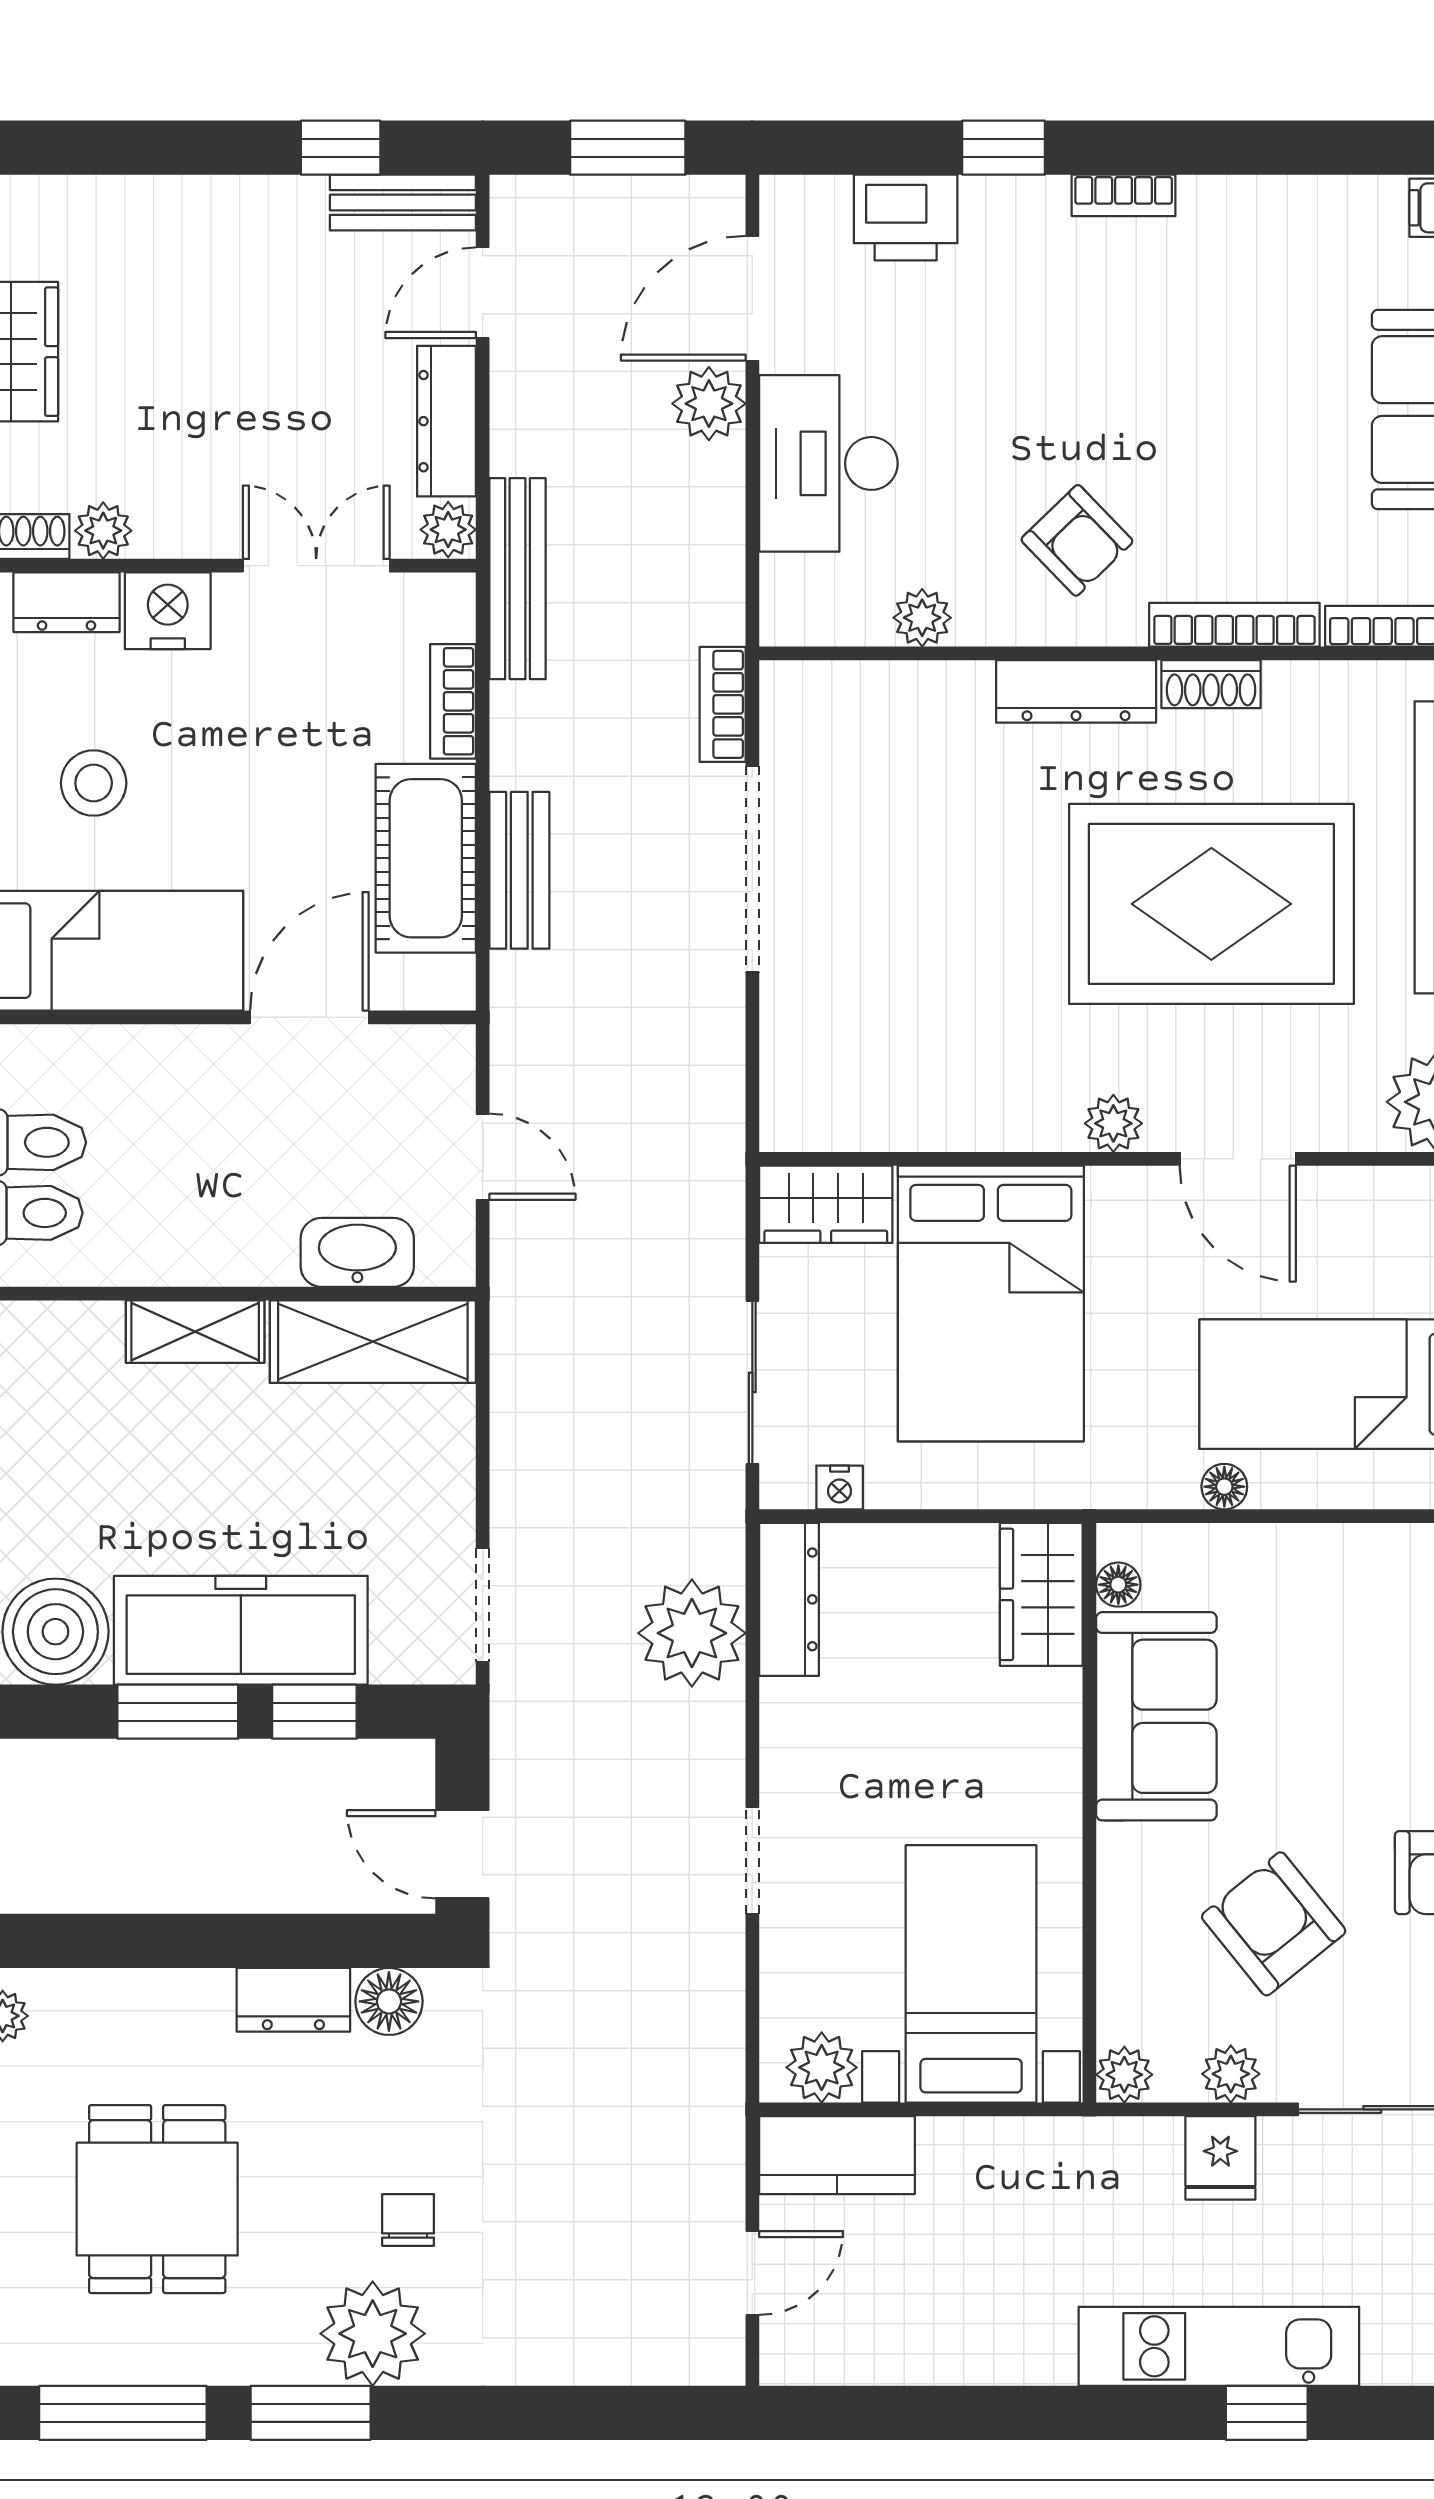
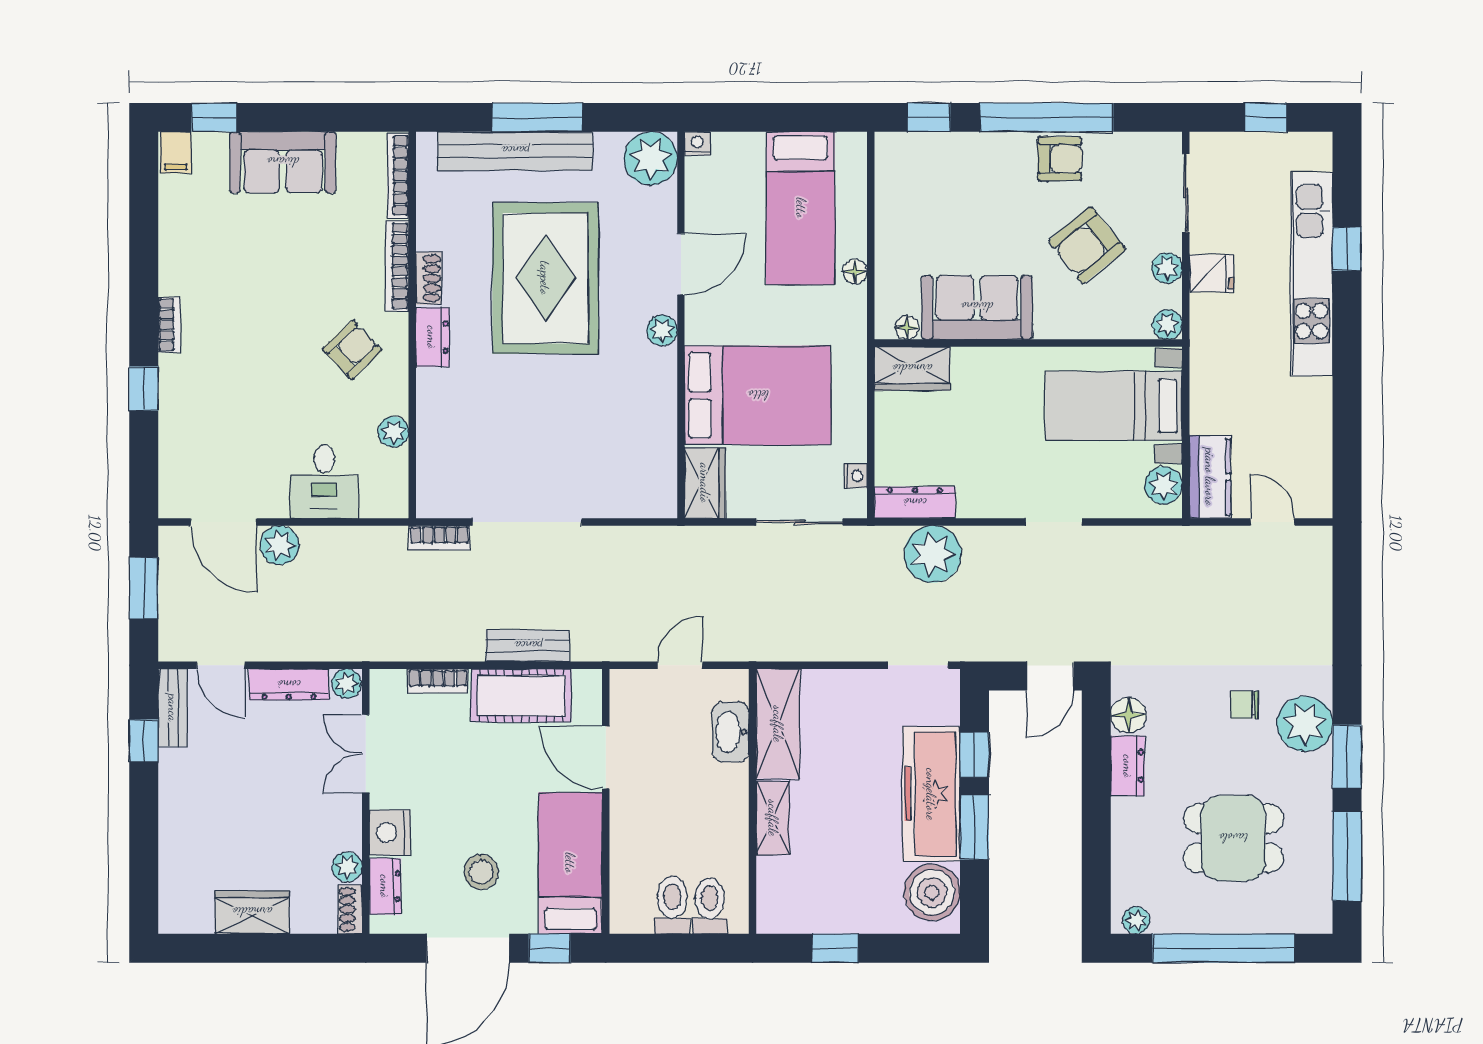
printer: (906, 217) -> (181, 441), removed
desk: (828, 463) -> (324, 482), width x0.73
bench: (518, 579) -> (373, 647), removed
dresser: (1076, 691) -> (432, 337), width x0.70
kitchen unit: (1219, 2346) -> (1312, 274), width x1.36

